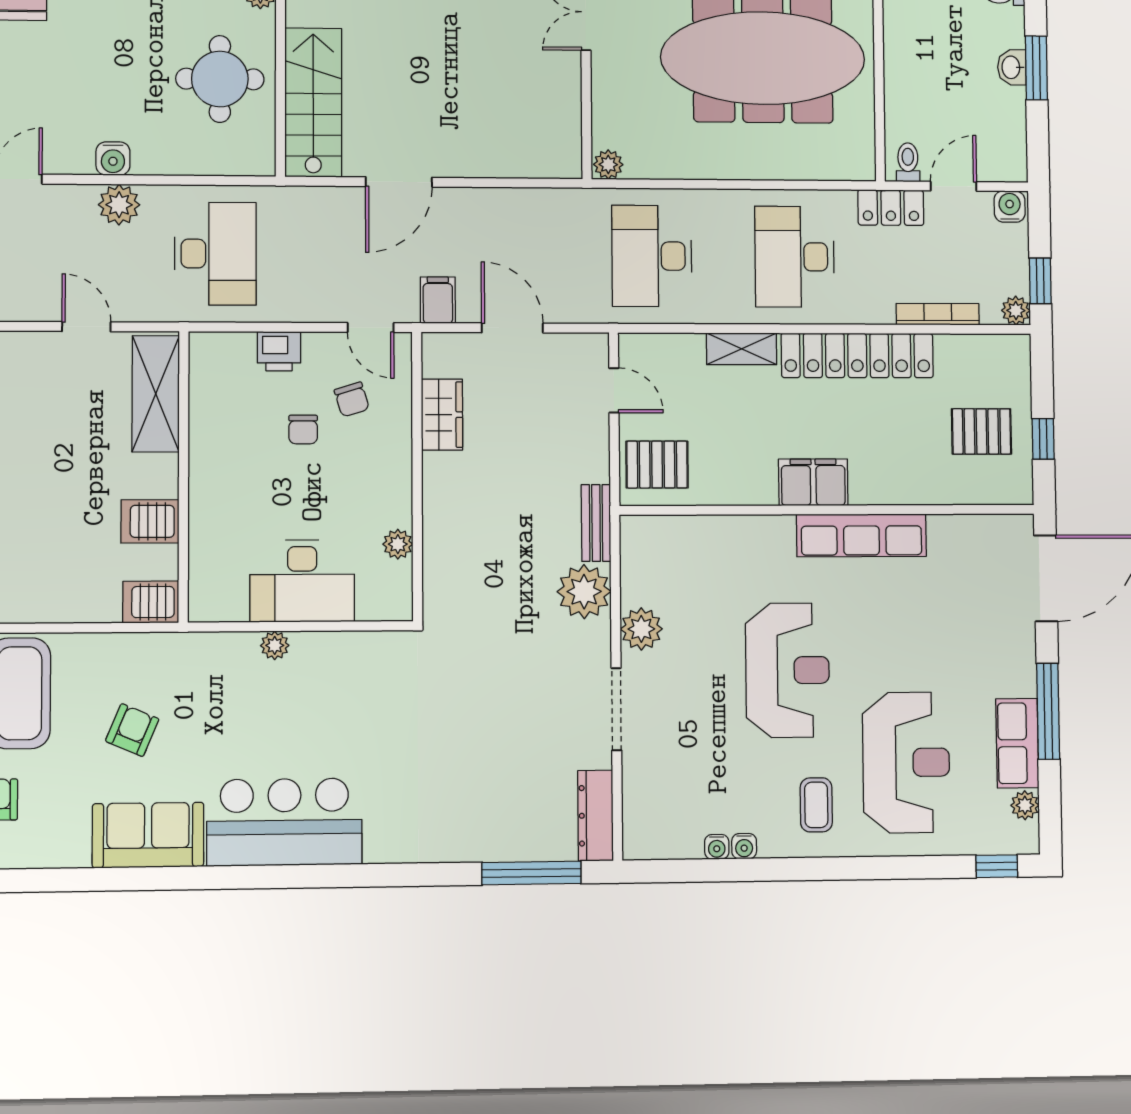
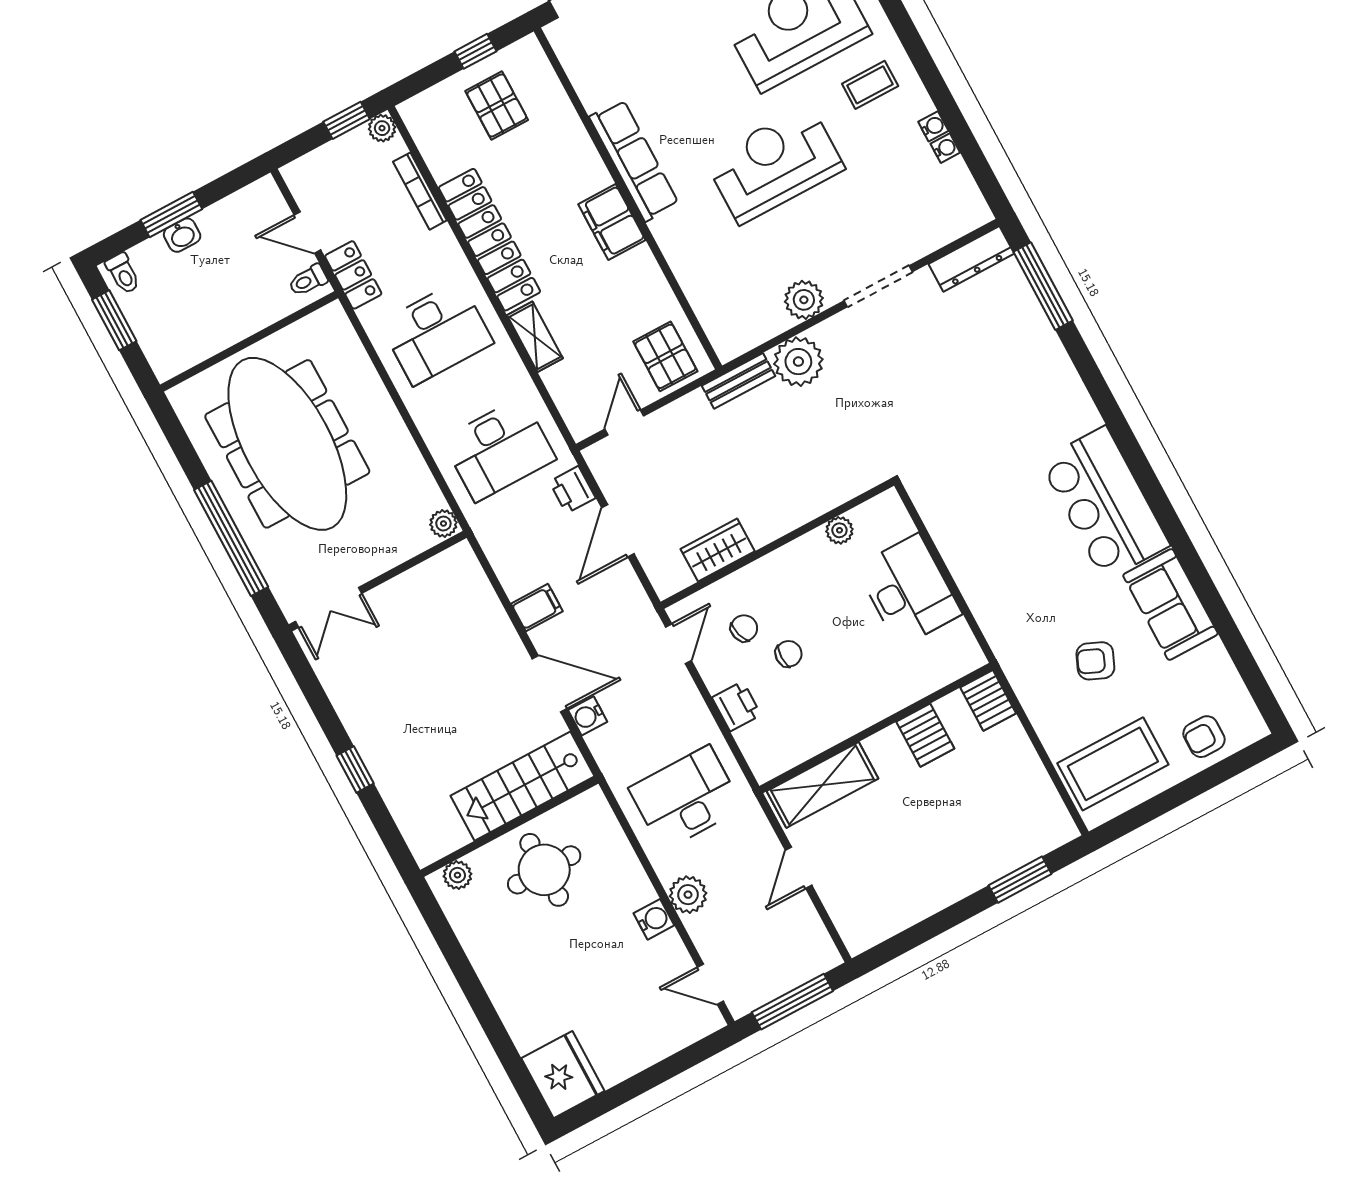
water cooler: (1010, 207) -> (588, 716), moved
filing cabinet: (438, 300) -> (537, 608), moved, turned 180
printer: (575, 305) -> (572, 490), added
plant: (275, 645) -> (971, 585), removed

